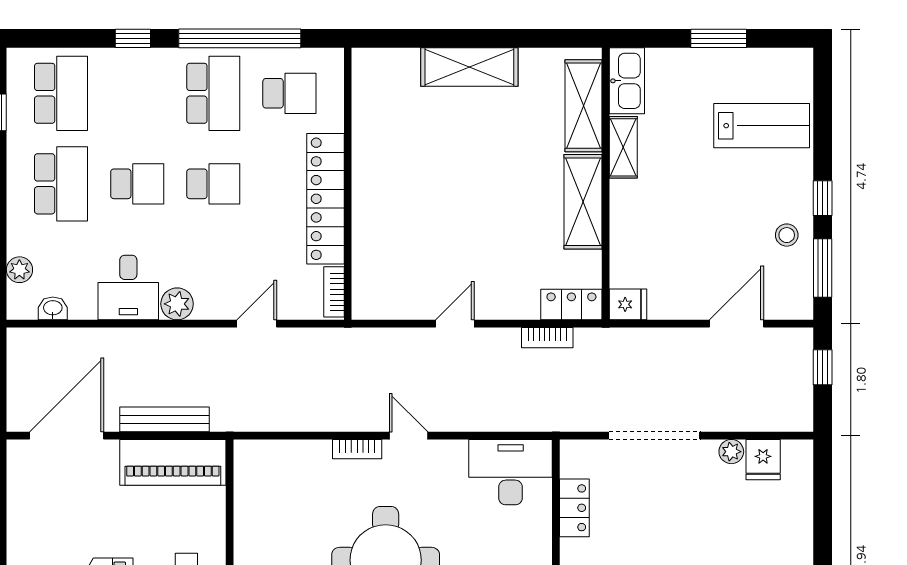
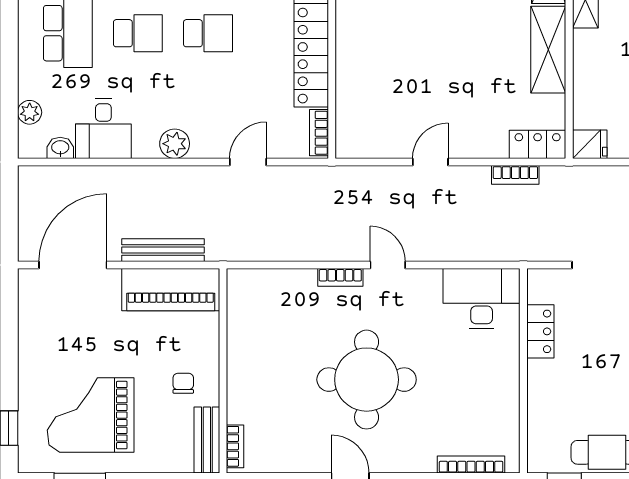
desk: (128, 288) -> (103, 129), moved

